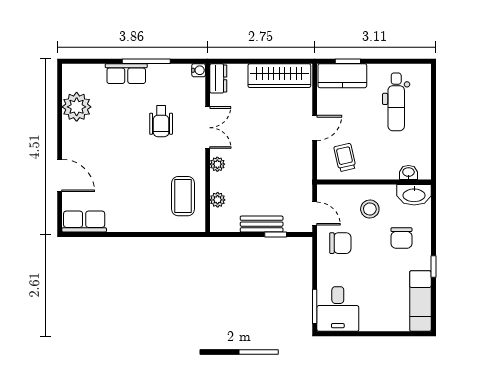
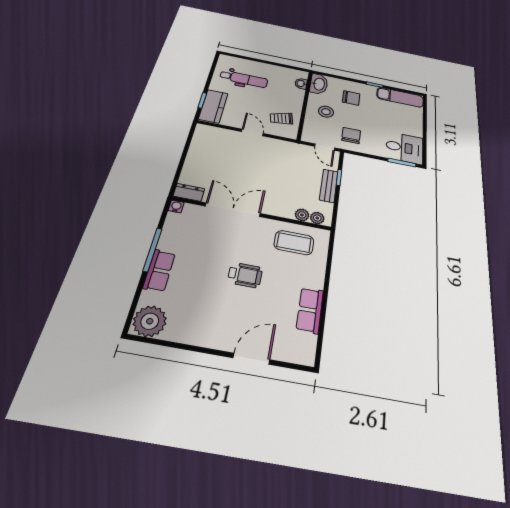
wardrobe: (279, 76) -> (200, 147), removed
plant: (77, 107) -> (150, 321), moved
wheelchair: (161, 121) -> (245, 275), moved
double door: (208, 128) -> (233, 210), width x1.37
plant: (217, 164) -> (317, 218), moved
door: (315, 214) -> (325, 147), swing flipped
row of seats: (84, 222) -> (310, 310), moved

